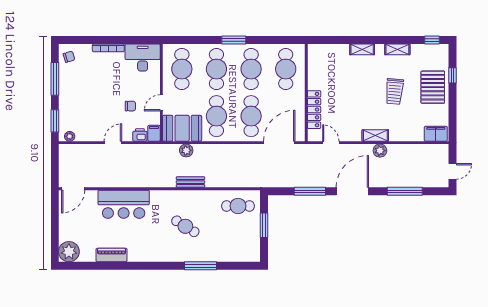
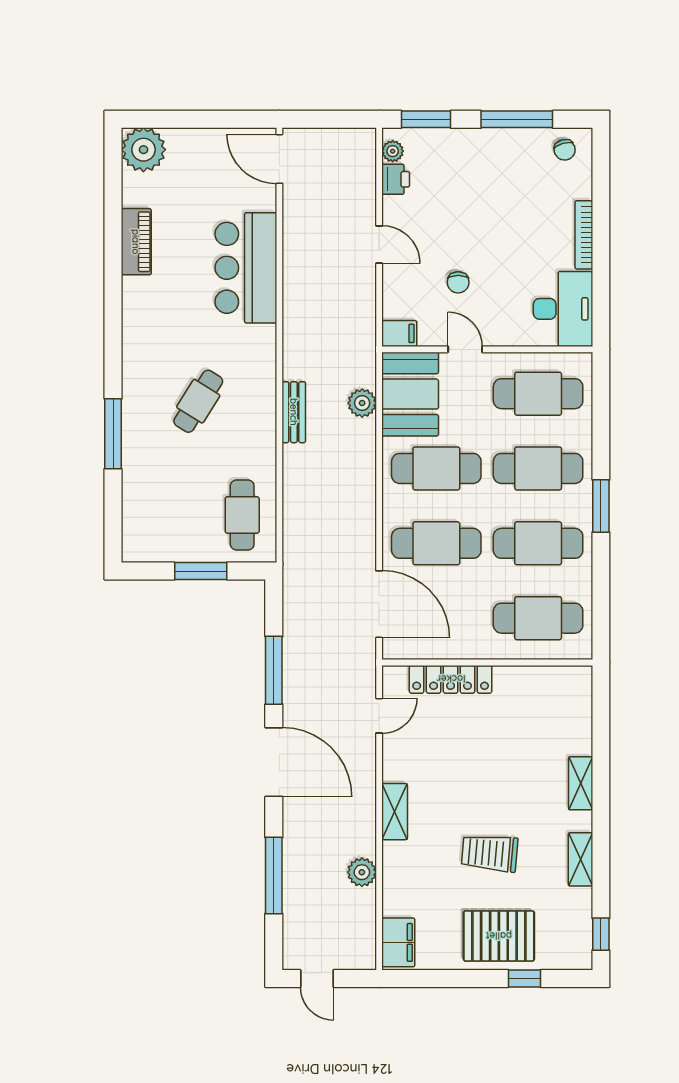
printer: (140, 135) -> (396, 179), moved
plant: (380, 151) -> (362, 872), moved

